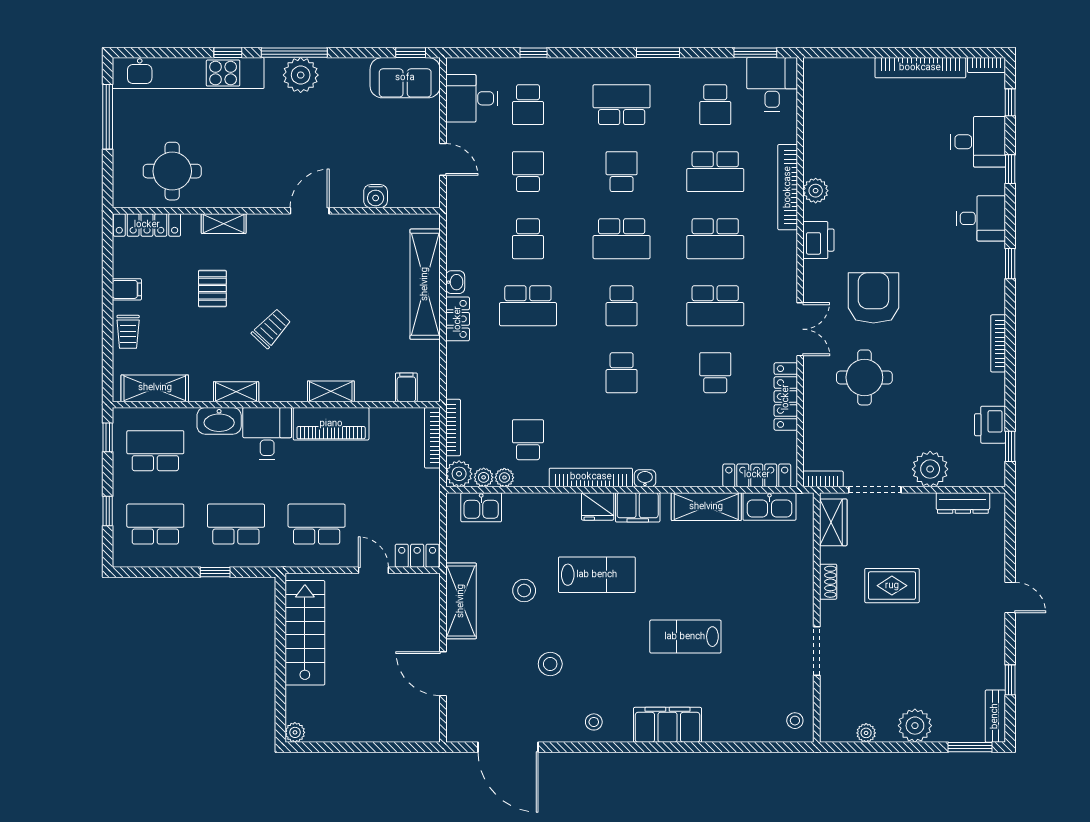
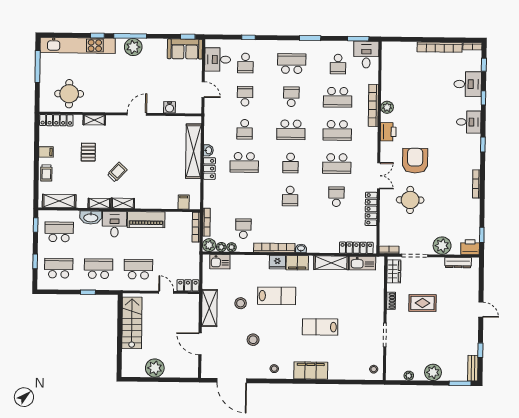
shelving: (331, 391) -> (123, 203), moved
printer: (990, 425) -> (470, 247), moved, turned 90
plant: (295, 732) -> (155, 368), moved, width x1.88, depth x1.88

